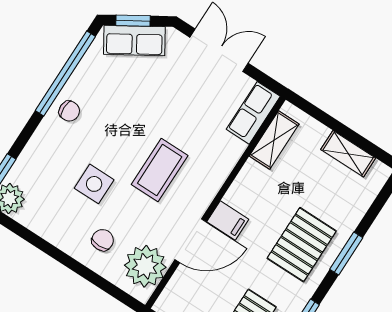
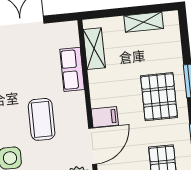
row of seats: (253, 113) -> (72, 69), moved

